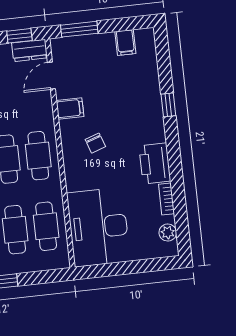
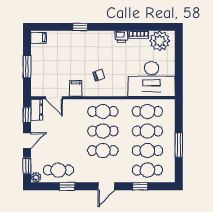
window: (79, 29) -> (27, 67), moved
filing cabinet: (125, 43) -> (38, 38), moved
printer: (155, 163) -> (121, 37), width x0.53, depth x0.68
plant: (168, 233) -> (160, 41), width x1.88, depth x1.88

